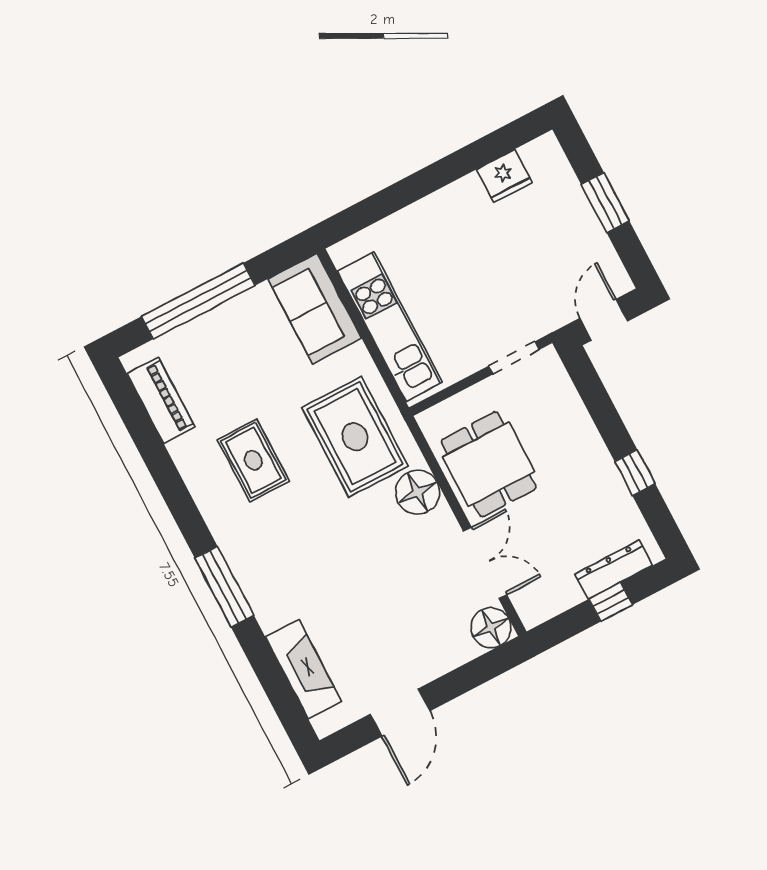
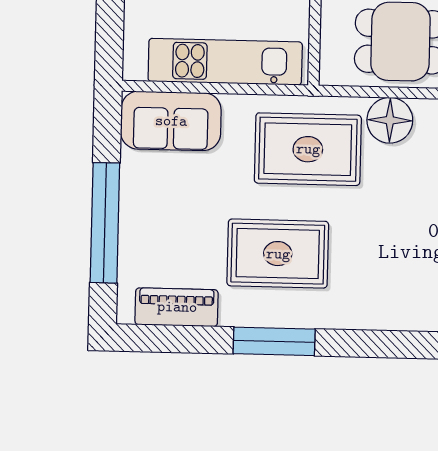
rug: (253, 460) -> (278, 254), width x1.36, depth x1.43
window: (224, 587) -> (274, 341), moved

